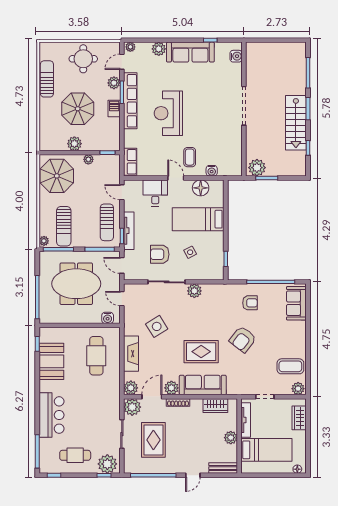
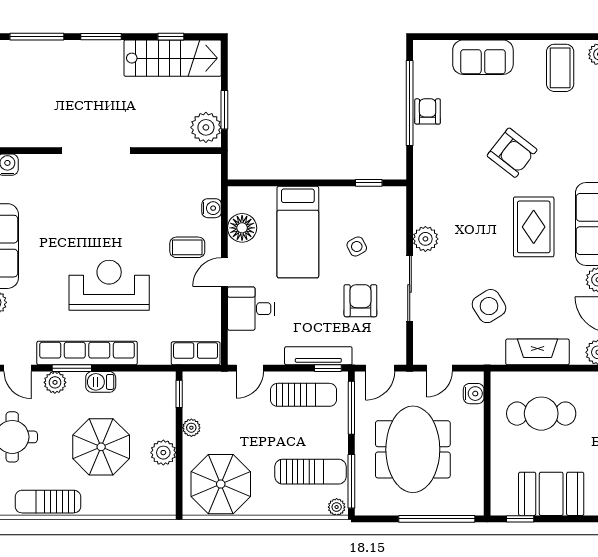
reception desk: (168, 113) -> (109, 285), turned 180
stairs: (296, 123) -> (173, 58), moved
armchair: (160, 254) -> (360, 301), turned 180
armchair: (250, 303) -> (428, 111), moved
sofa: (296, 303) -> (483, 57), moved

